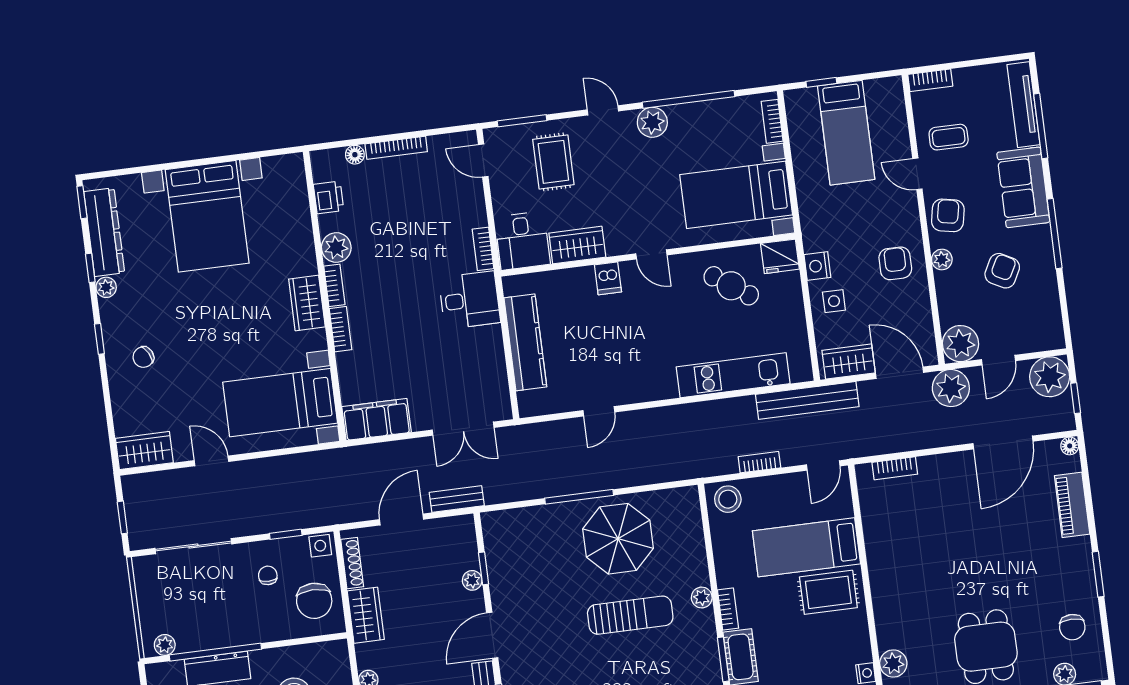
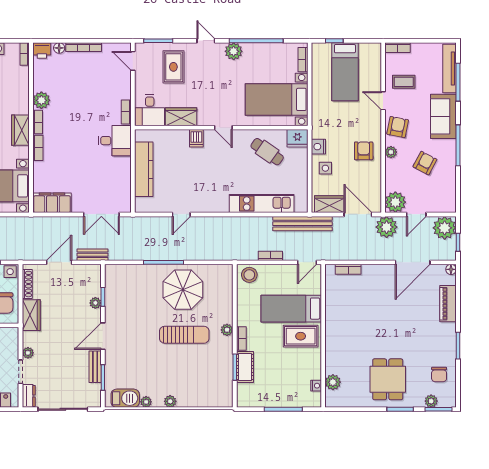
bookcase: (298, 172) -> (25, 54), added
printer: (329, 197) -> (42, 50), moved, turned 90

